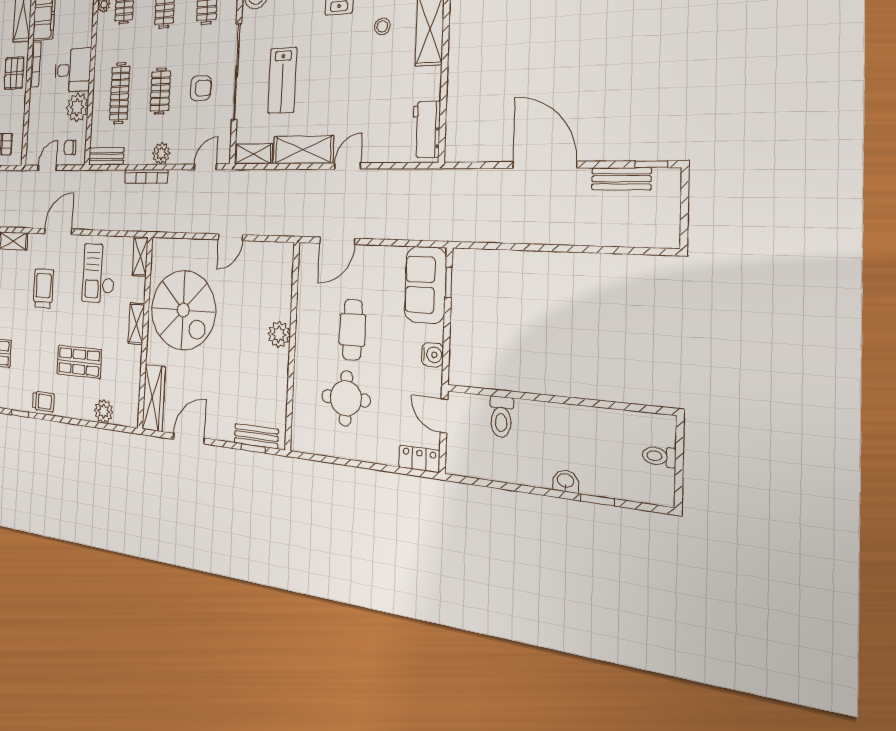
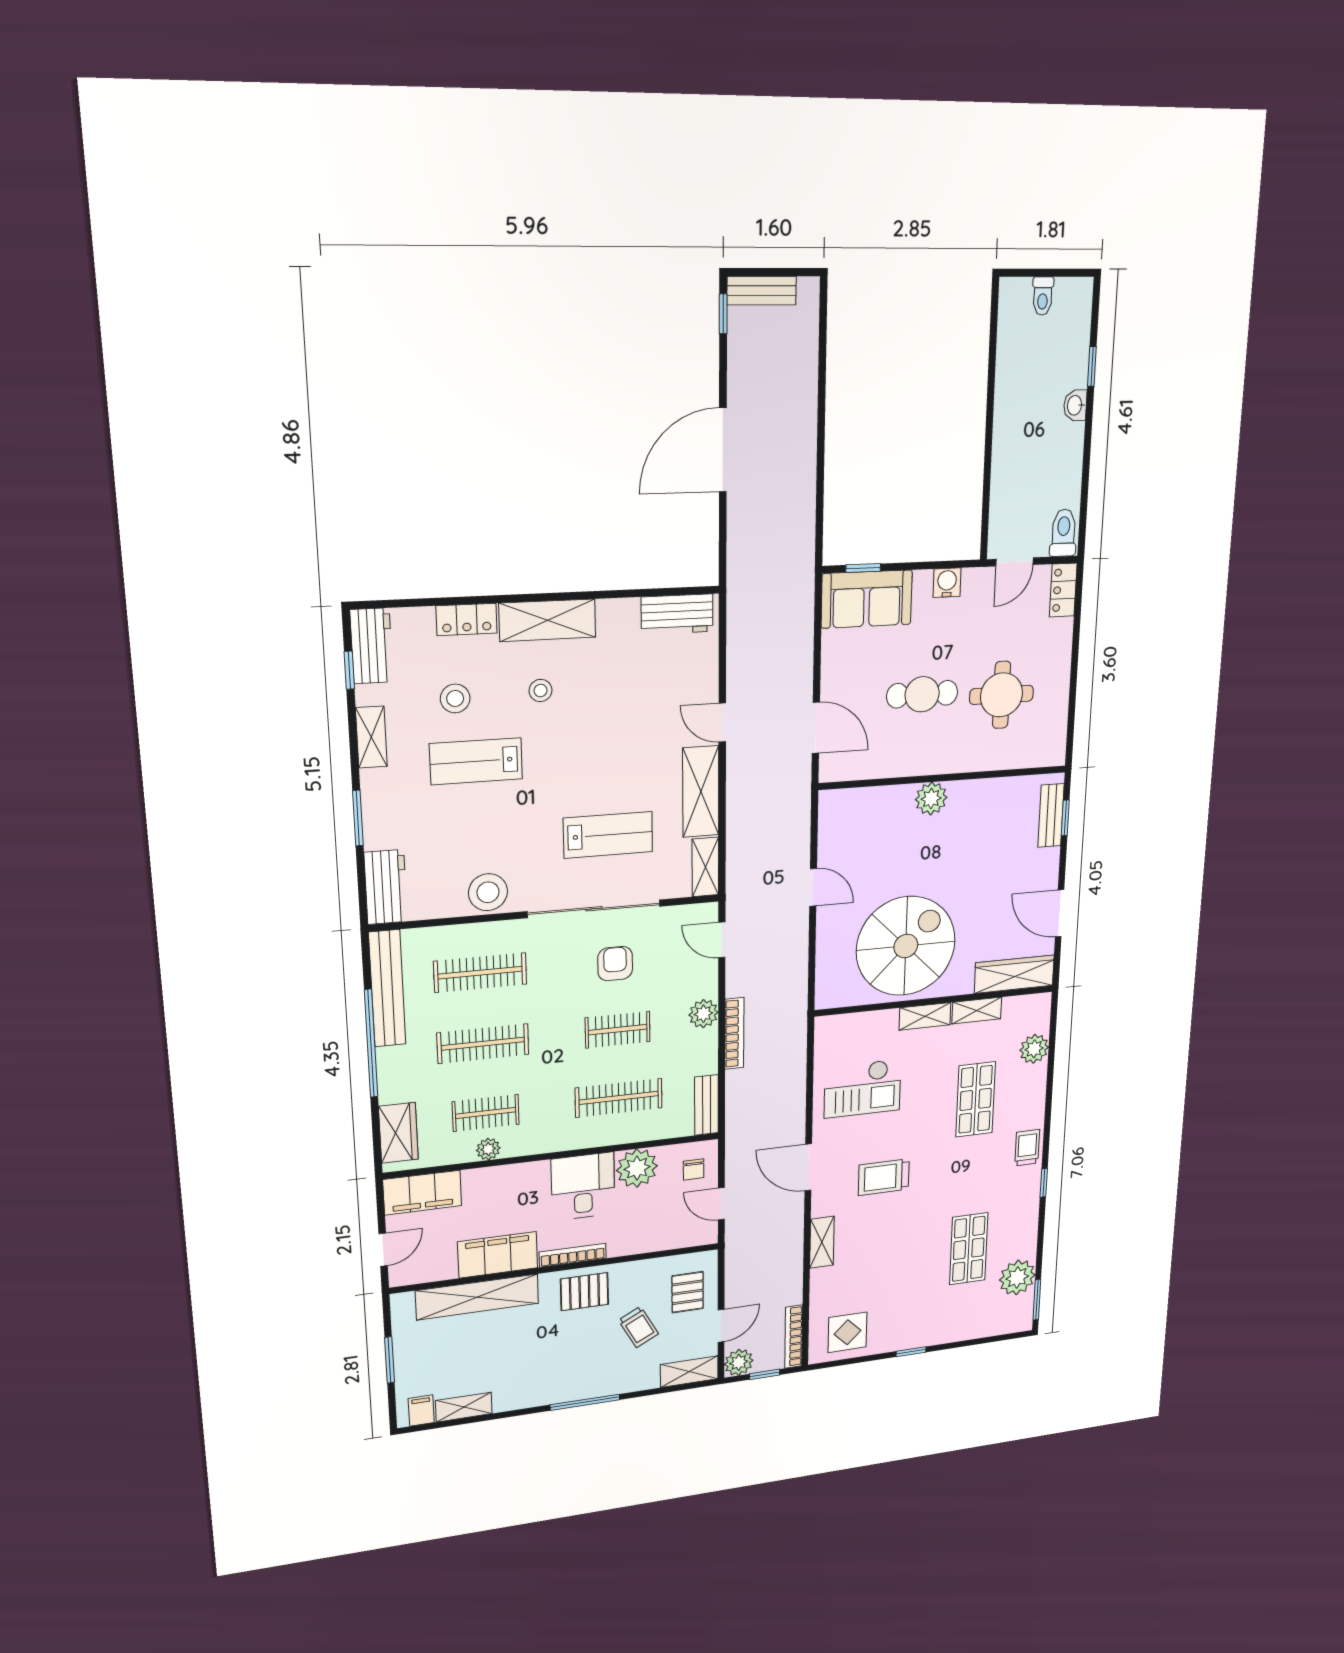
bench: (621, 179) -> (762, 291), moved, turned 90
shelving: (140, 256) -> (977, 1011), moved
toilet: (501, 417) -> (1063, 533), moved, turned -90

